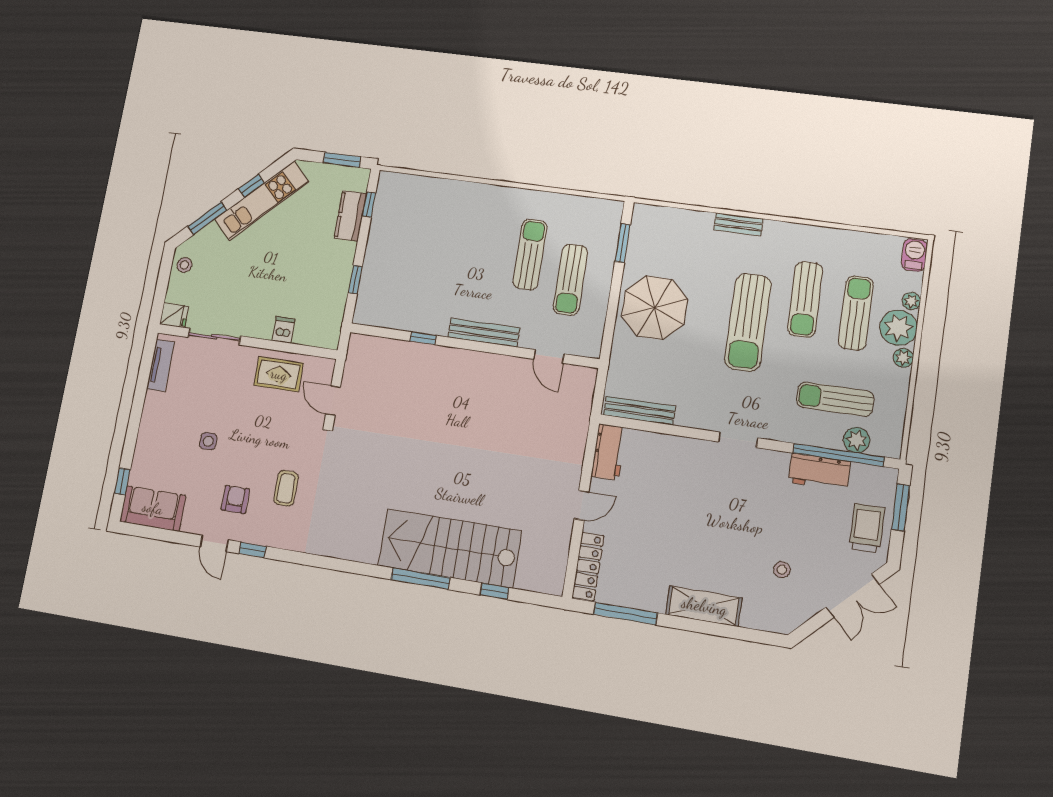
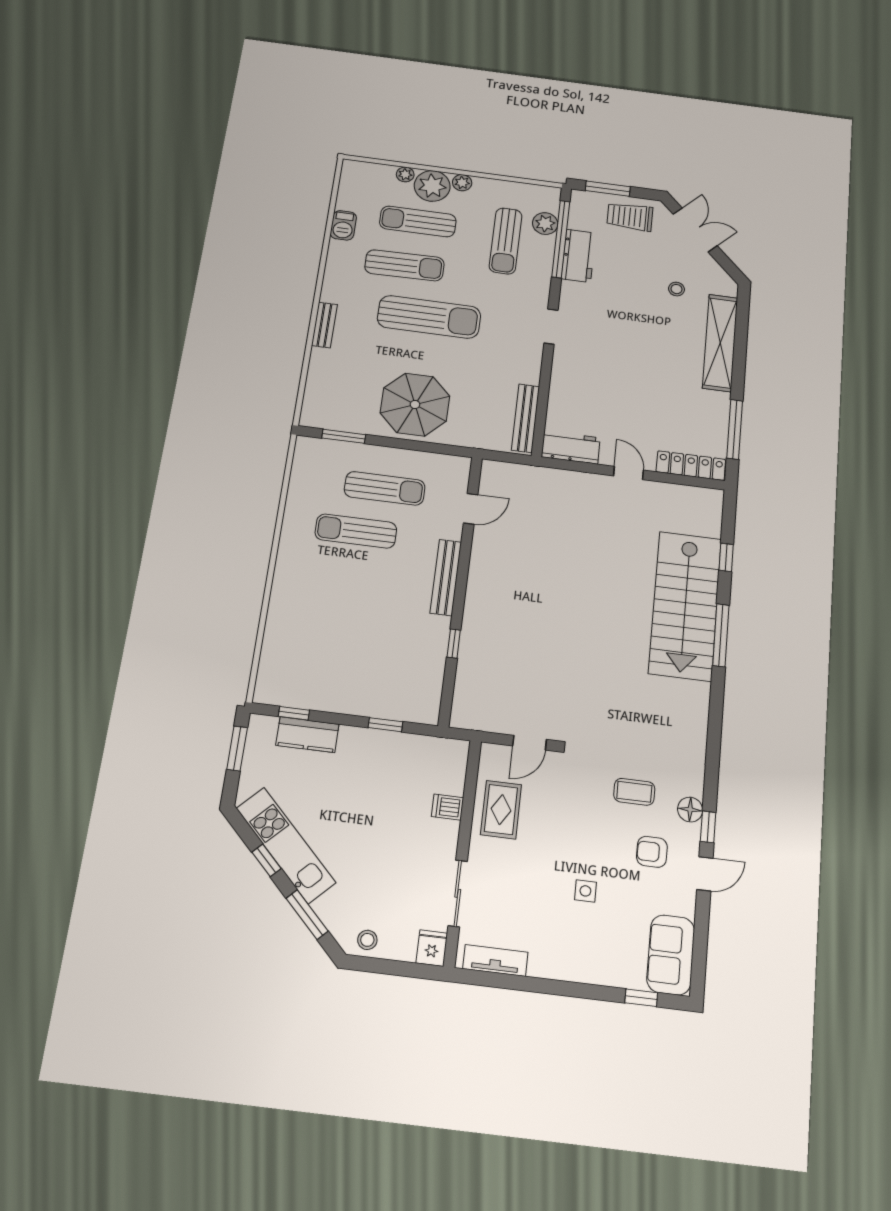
barbecue: (914, 255) -> (343, 225), moved, turned -90
floor lamp: (268, 536) -> (690, 810), added
shelving: (704, 606) -> (720, 343), width x1.47

